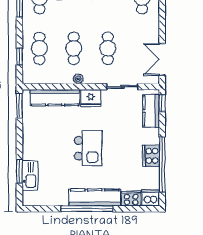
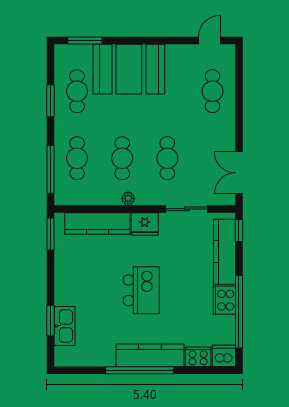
window: (19, 57) -> (51, 169), width x2.17
kitchen counter: (151, 111) -> (224, 252), width x1.50

